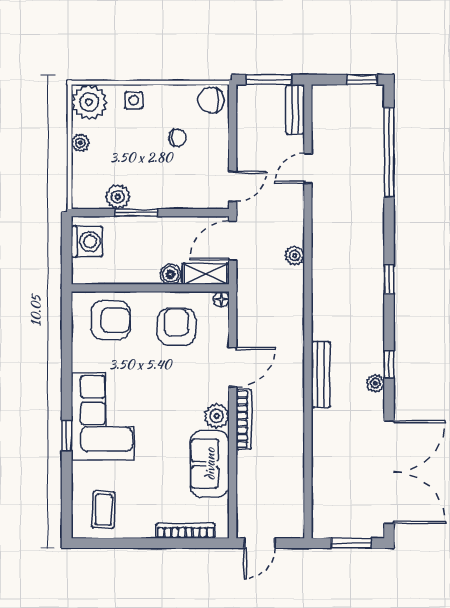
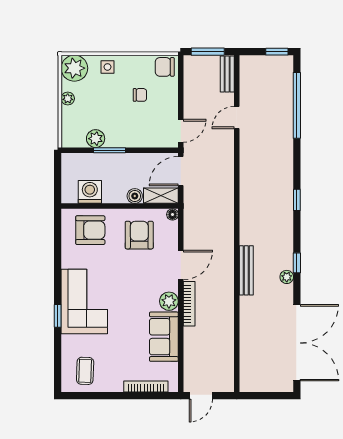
washing machine: (87, 242) -> (90, 192), moved, turned -90
plant: (295, 256) -> (227, 182), removed
window: (351, 543) -> (269, 396), removed

